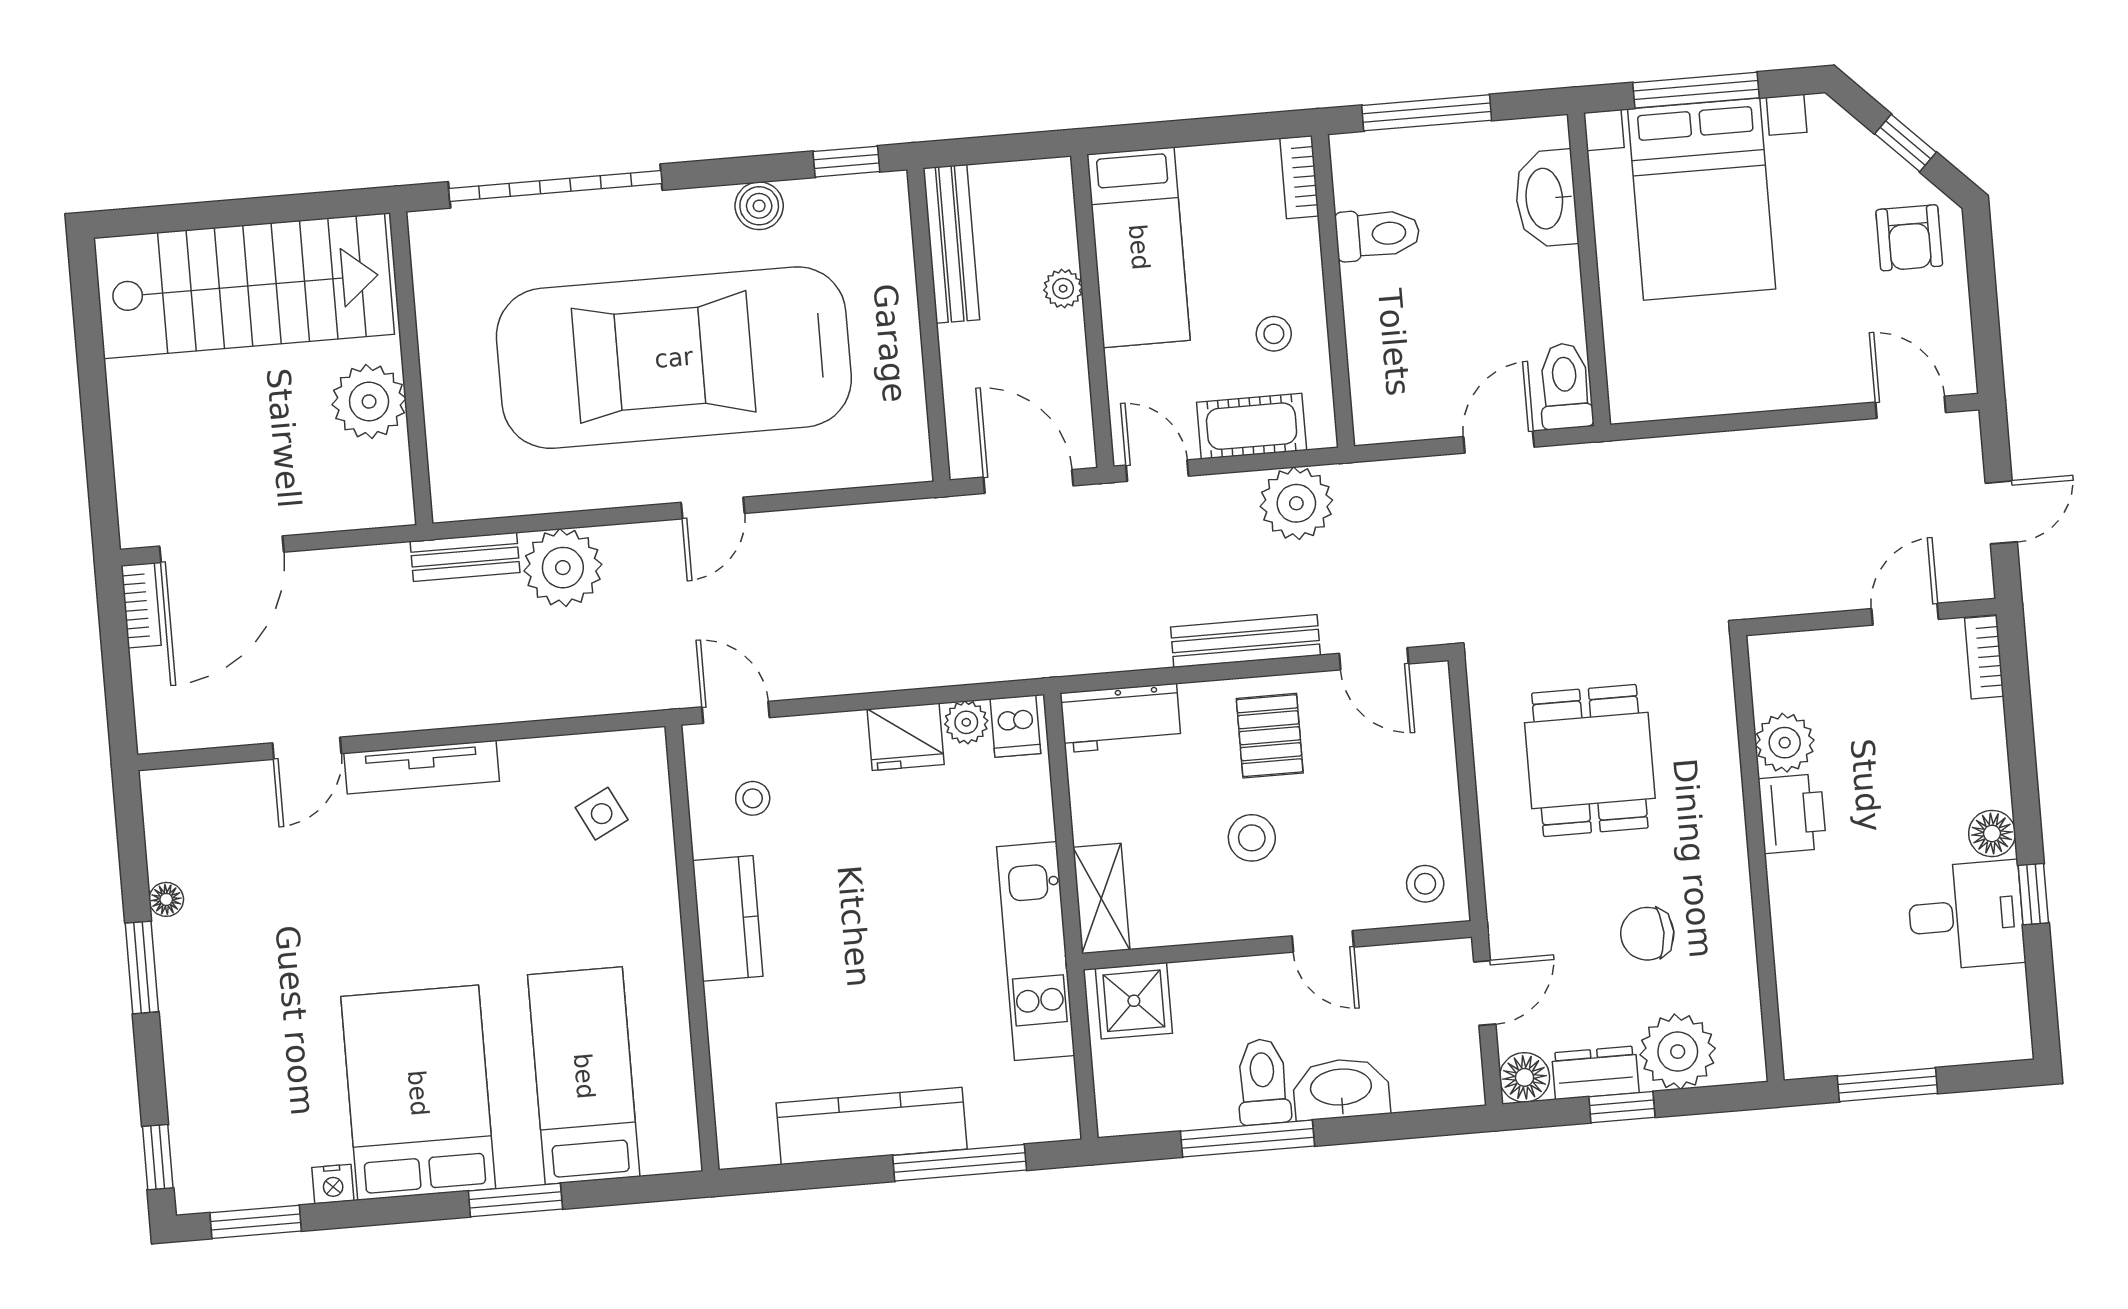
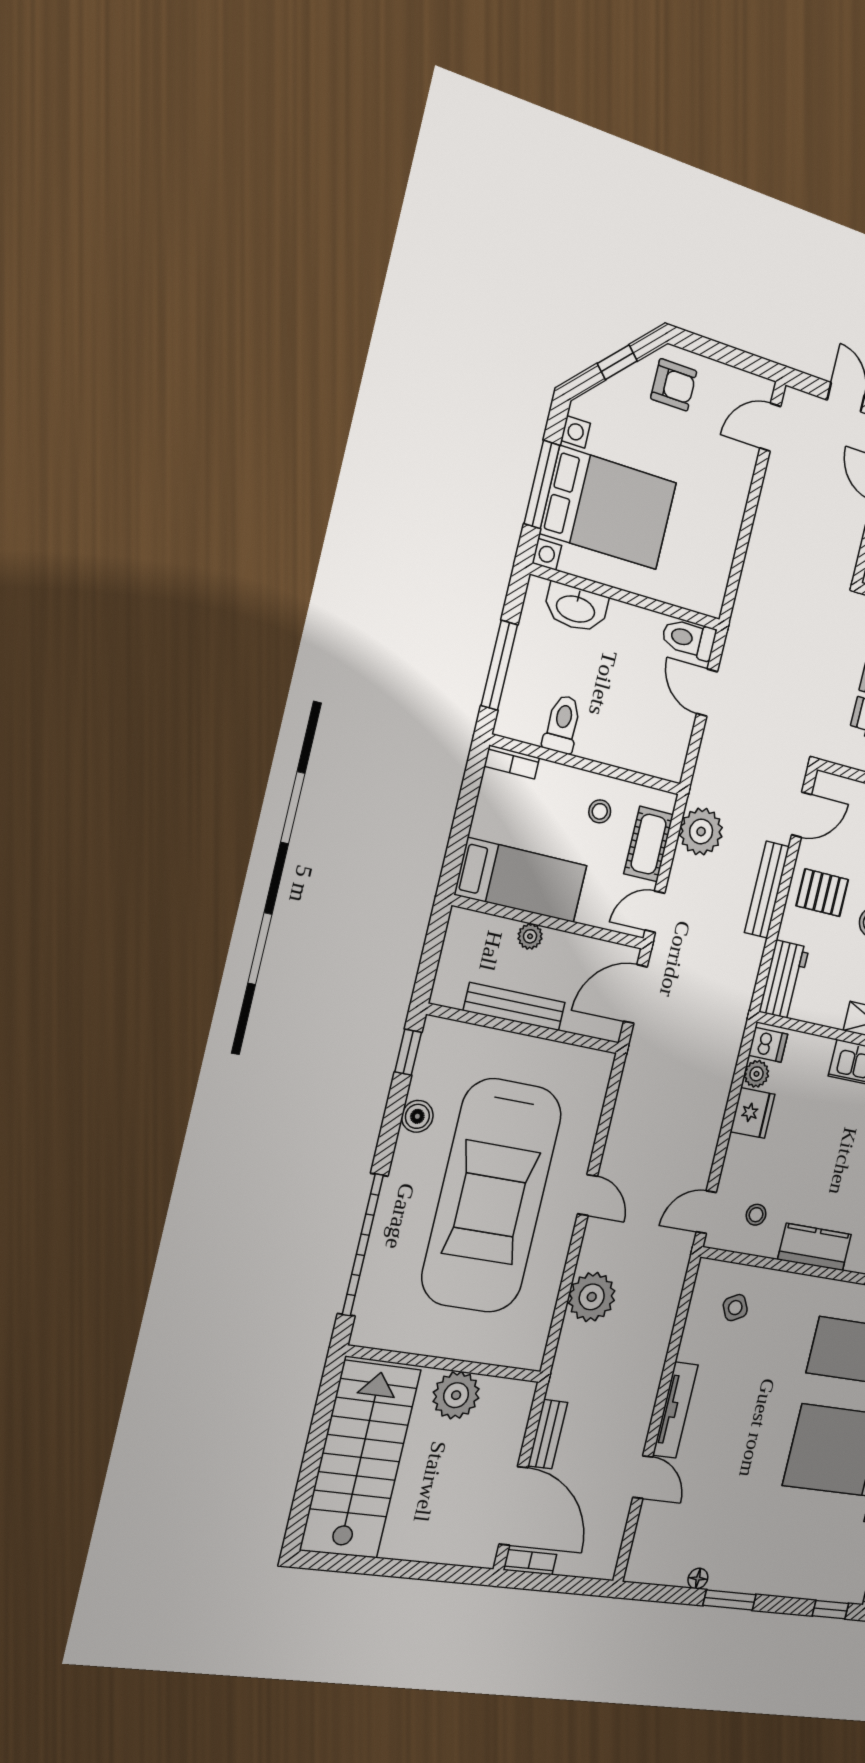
bench: (951, 244) -> (514, 1007), moved
bench: (465, 557) -> (548, 1434), moved

